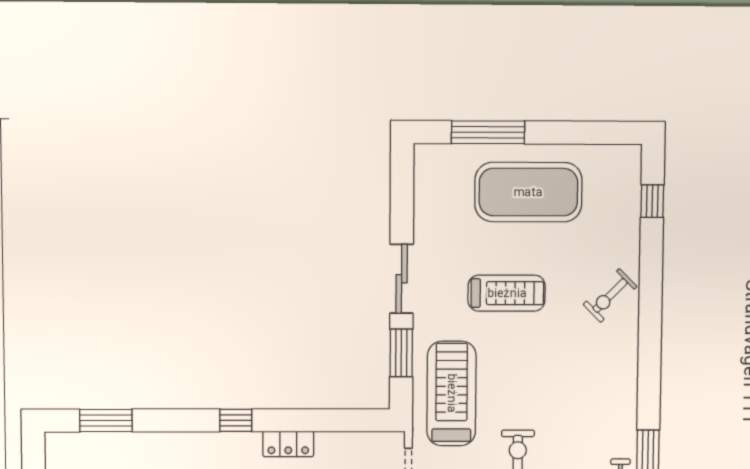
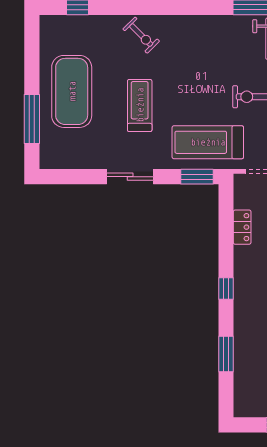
window: (401, 353) -> (197, 177), moved
window: (106, 421) -> (226, 354), moved
locker: (288, 444) -> (242, 227), moved

